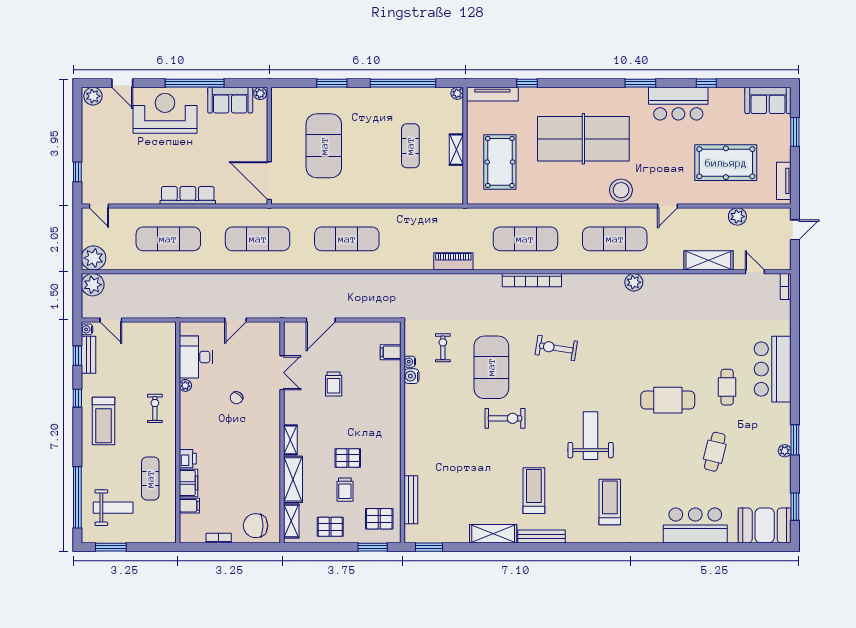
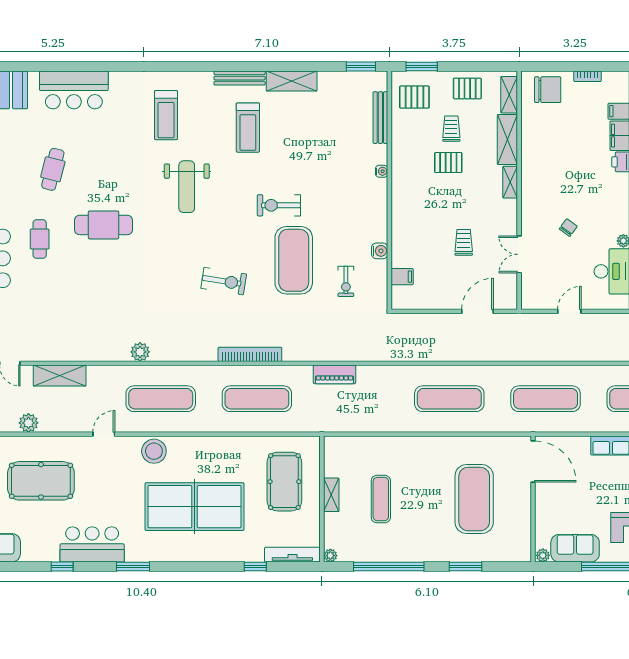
water cooler: (410, 362) -> (382, 171), moved

